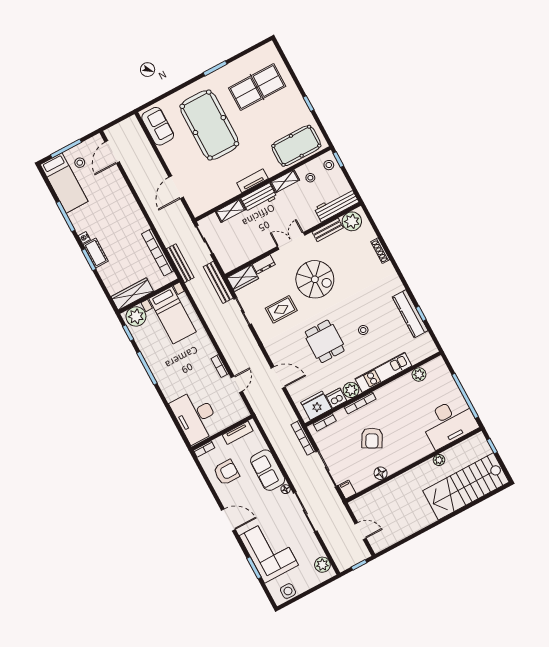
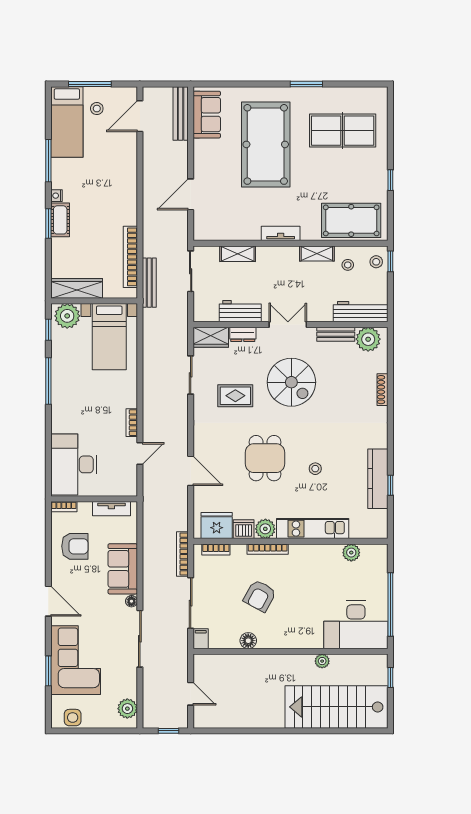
workbench: (259, 198) -> (240, 311), moved, turned 180
bench: (218, 282) -> (181, 113), moved

